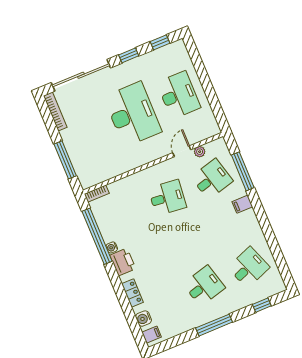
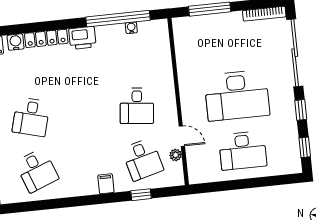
window: (243, 171) -> (141, 195), width x0.46
bookcase: (97, 194) -> (164, 32), removed
water cooler: (112, 247) -> (131, 28), moved
desk: (204, 286) -> (31, 117), turned 30
locker: (132, 293) -> (46, 38), width x1.53

